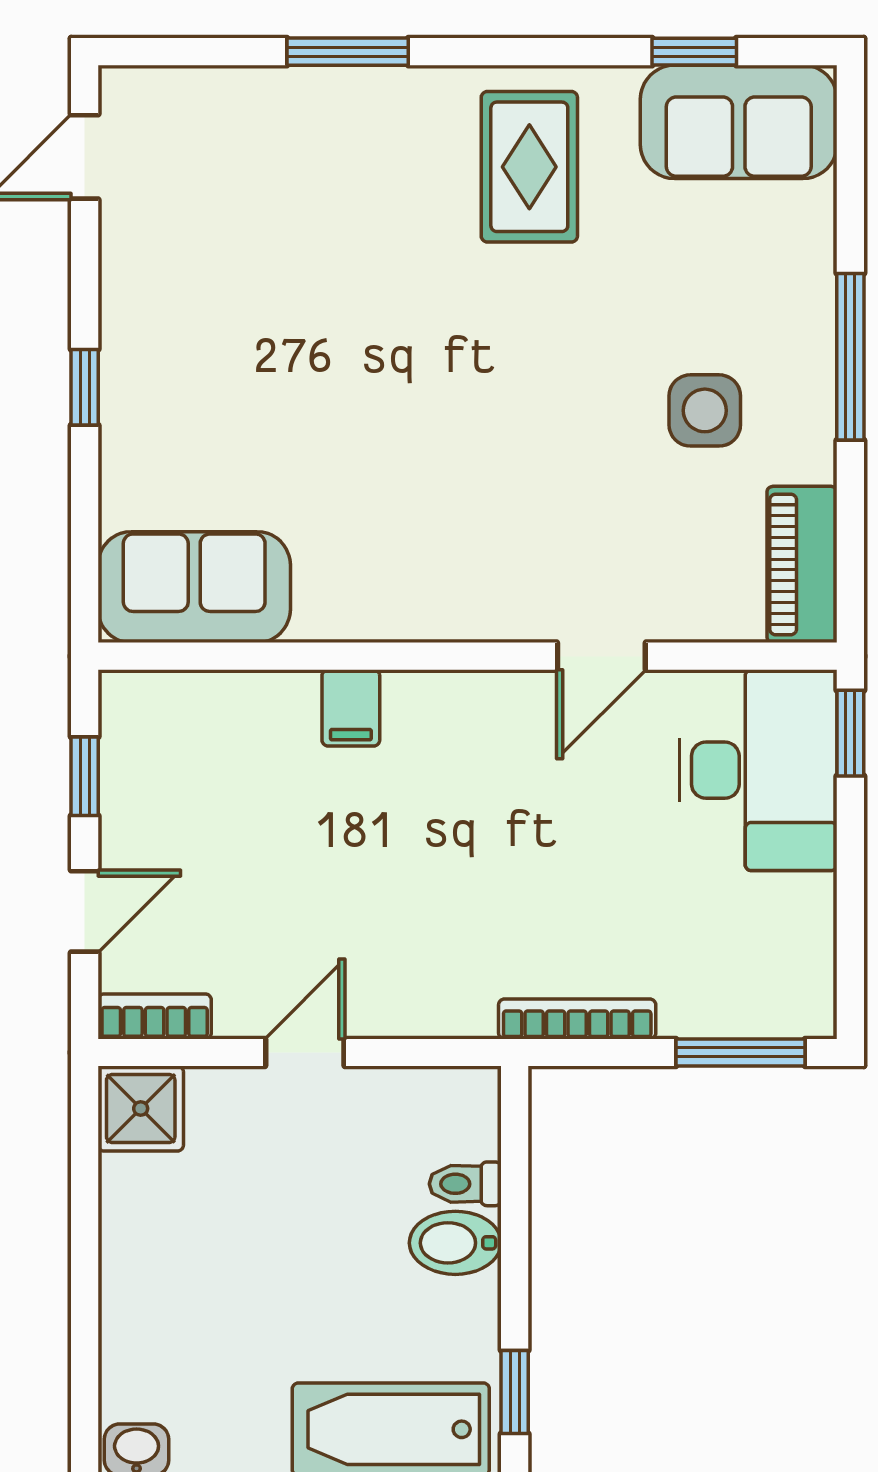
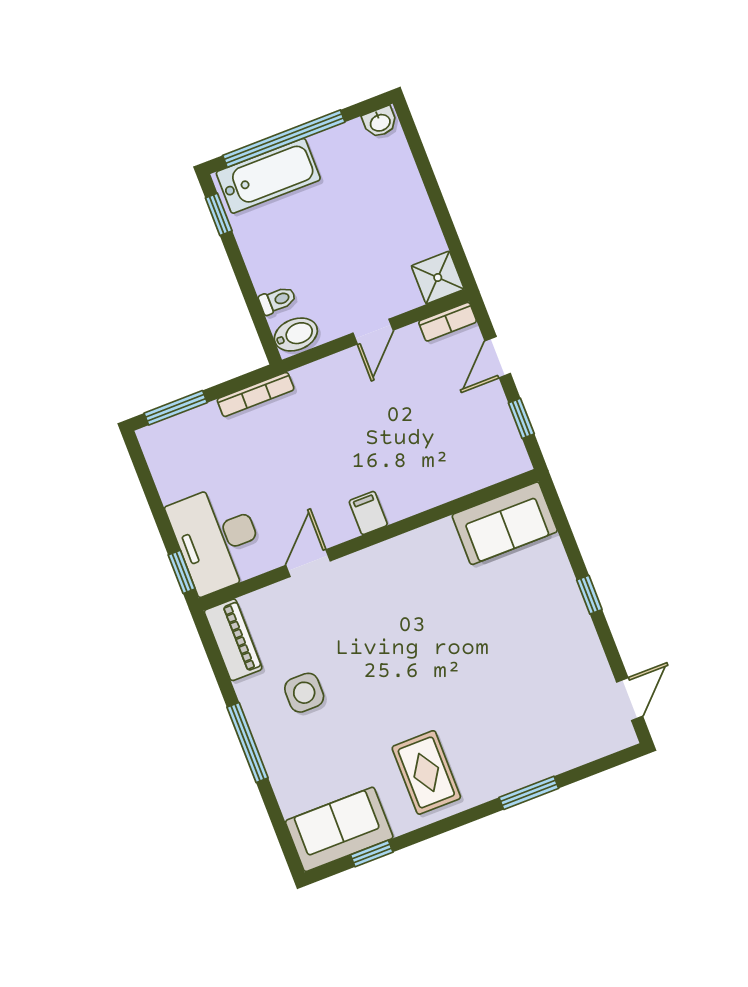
filing cabinet: (351, 708) -> (368, 513), moved
bidet: (455, 1243) -> (296, 334), moved

